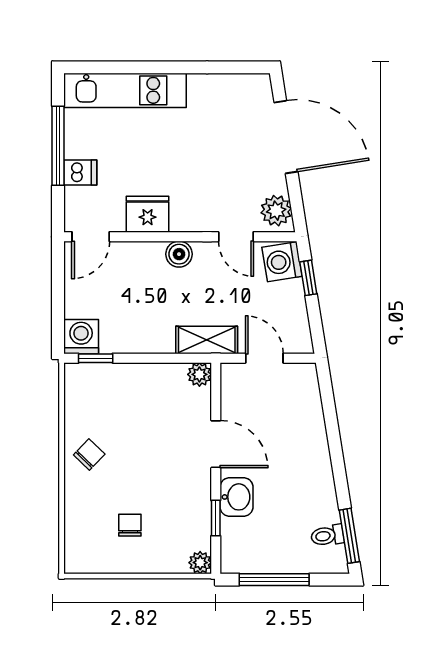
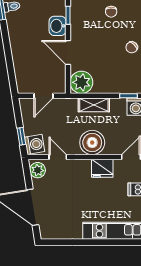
boiler: (179, 254) -> (92, 143), width x1.86, depth x1.86
shelving: (207, 340) -> (94, 105), moved
door: (264, 358) -> (43, 96), hinge flipped
plant: (199, 374) -> (81, 82), width x1.87, depth x1.87

